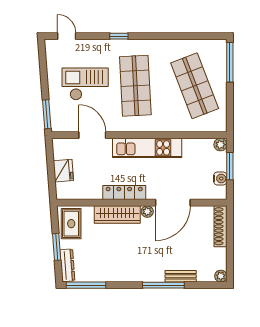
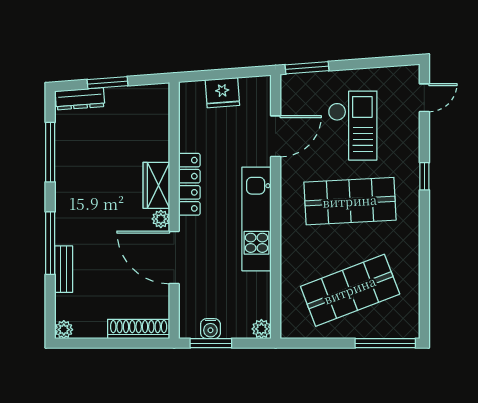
window: (230, 166) -> (211, 343), moved
wardrobe: (117, 214) -> (156, 185), width x0.67
rug: (71, 224) -> (143, 105), removed
window: (86, 285) -> (50, 152), moved

